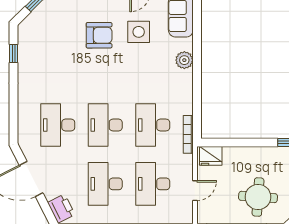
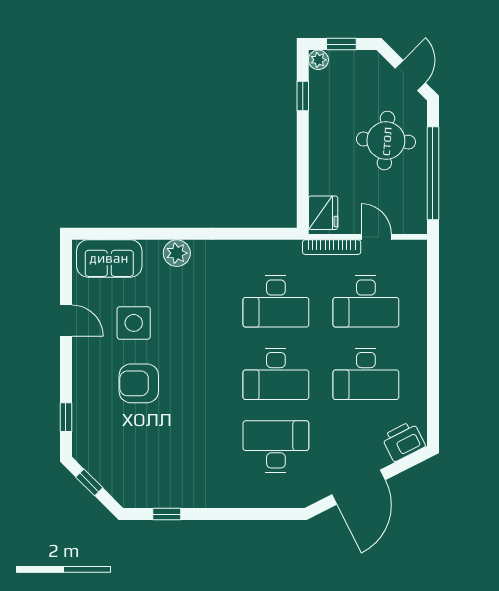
armchair: (99, 35) -> (139, 383), turned -90
desk: (58, 125) -> (276, 446), turned 180
bookcase: (188, 134) -> (332, 247), moved

